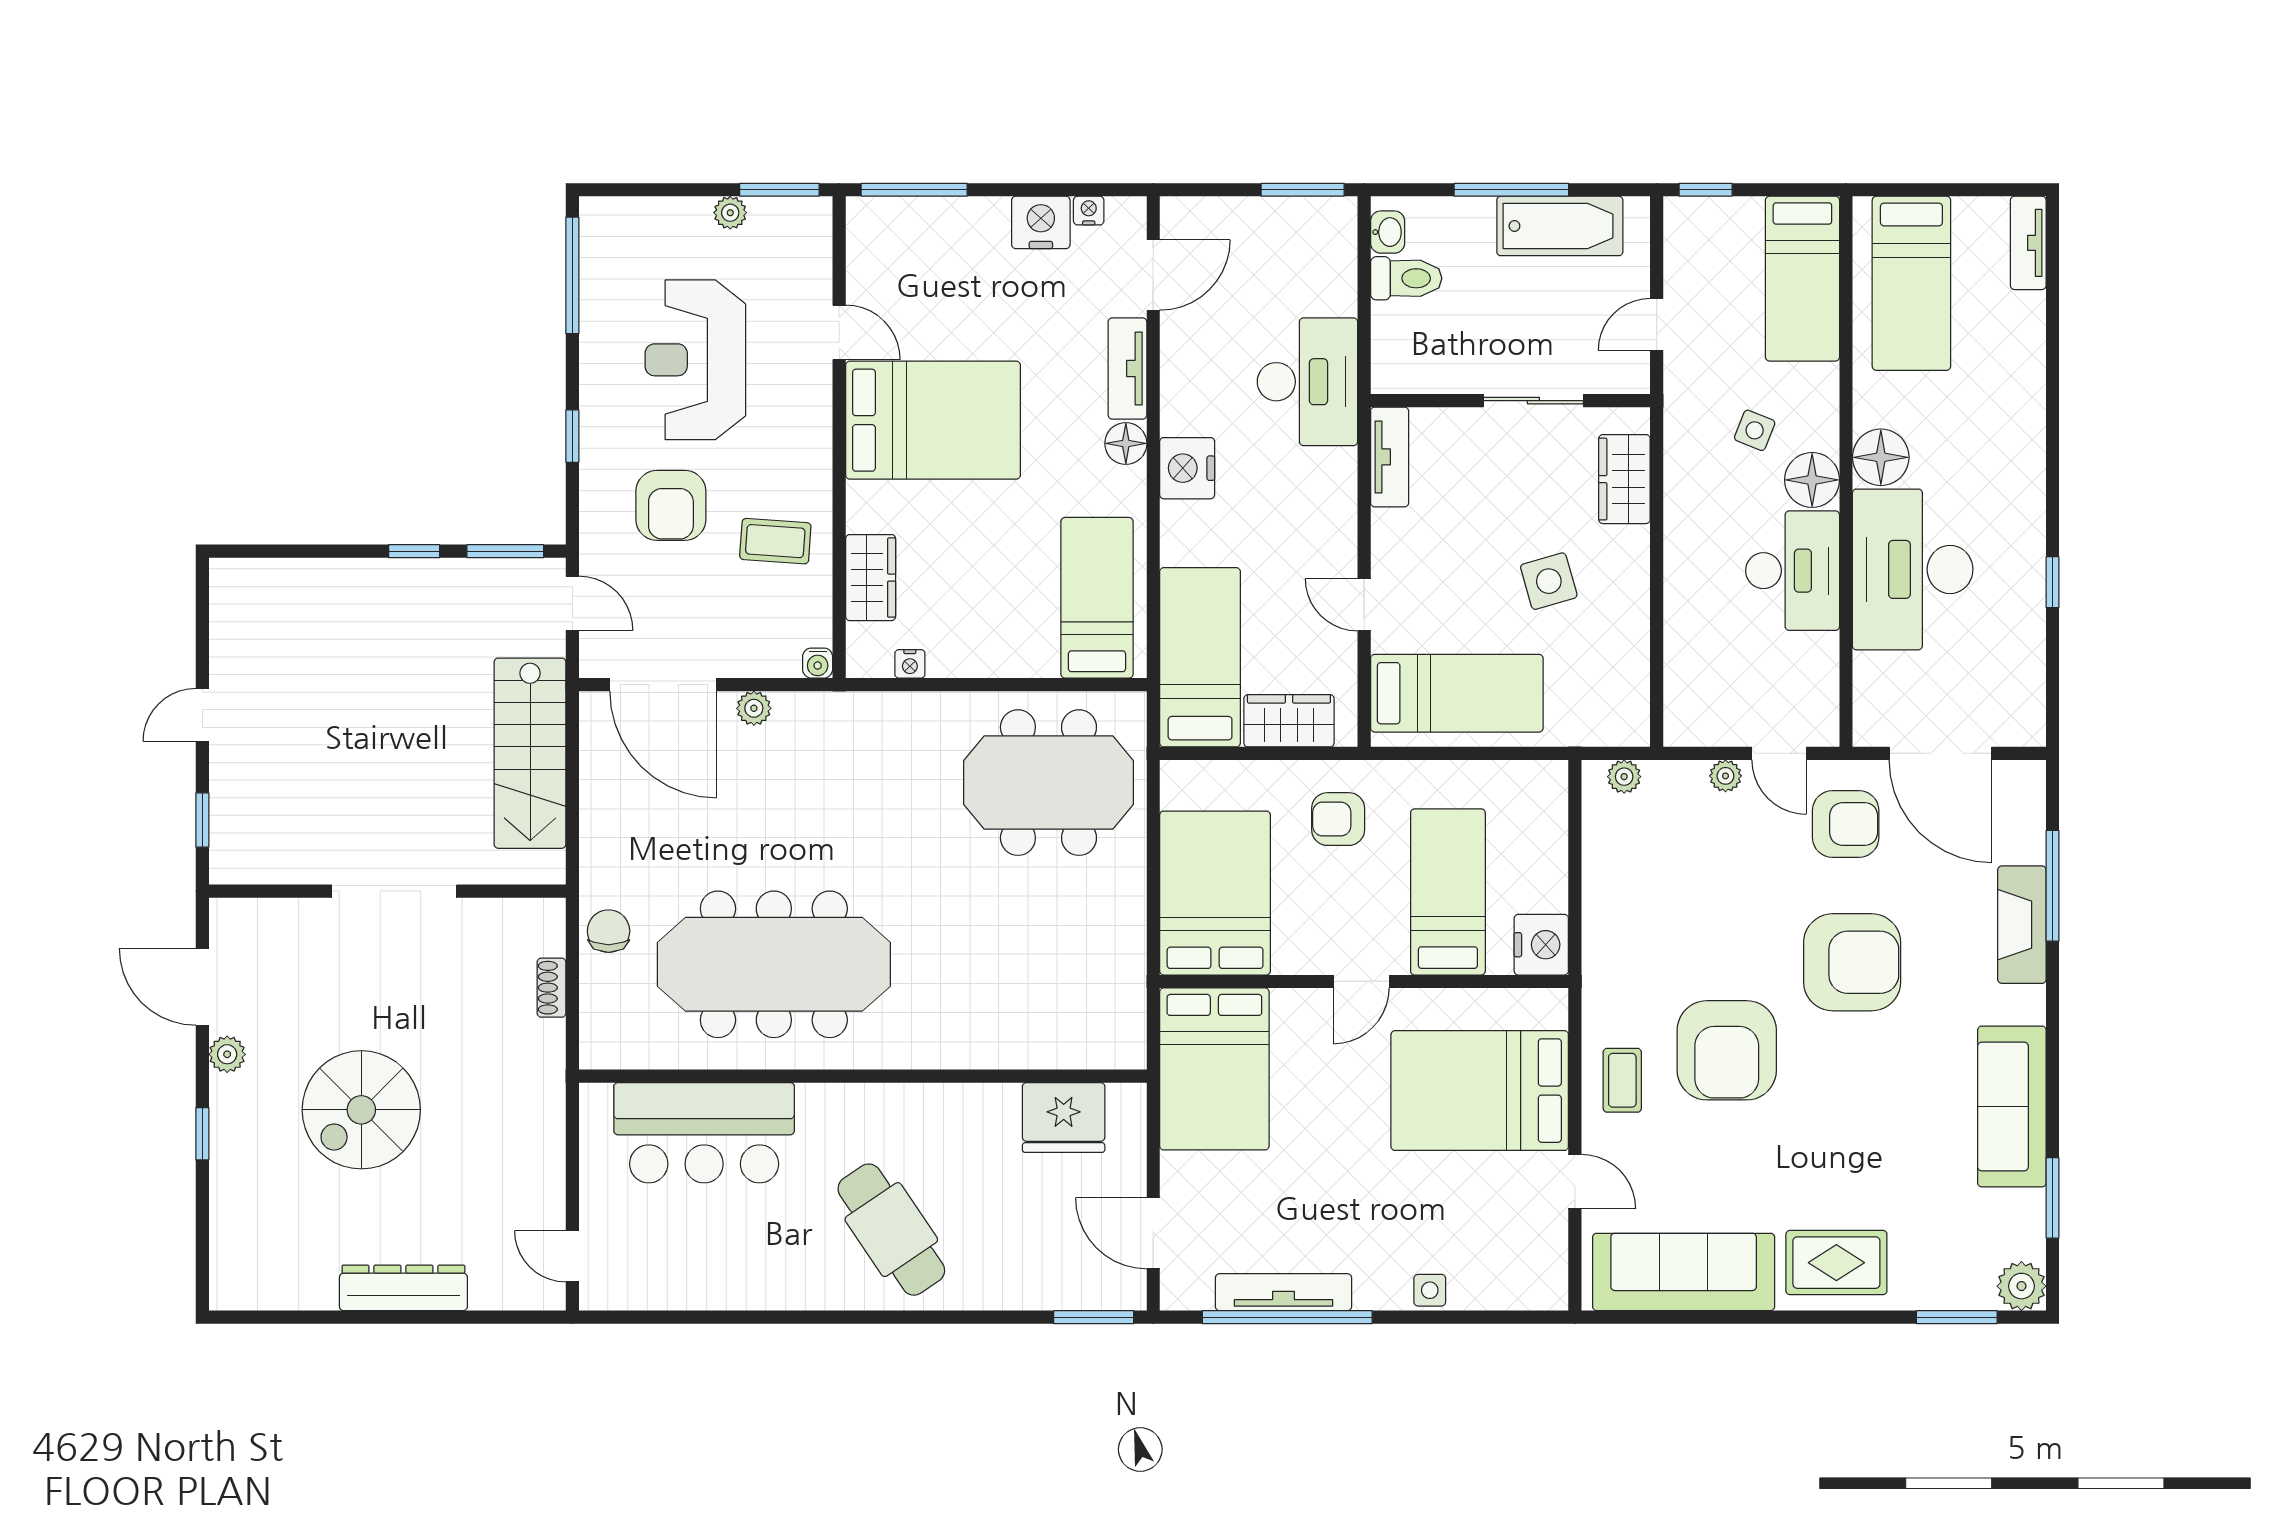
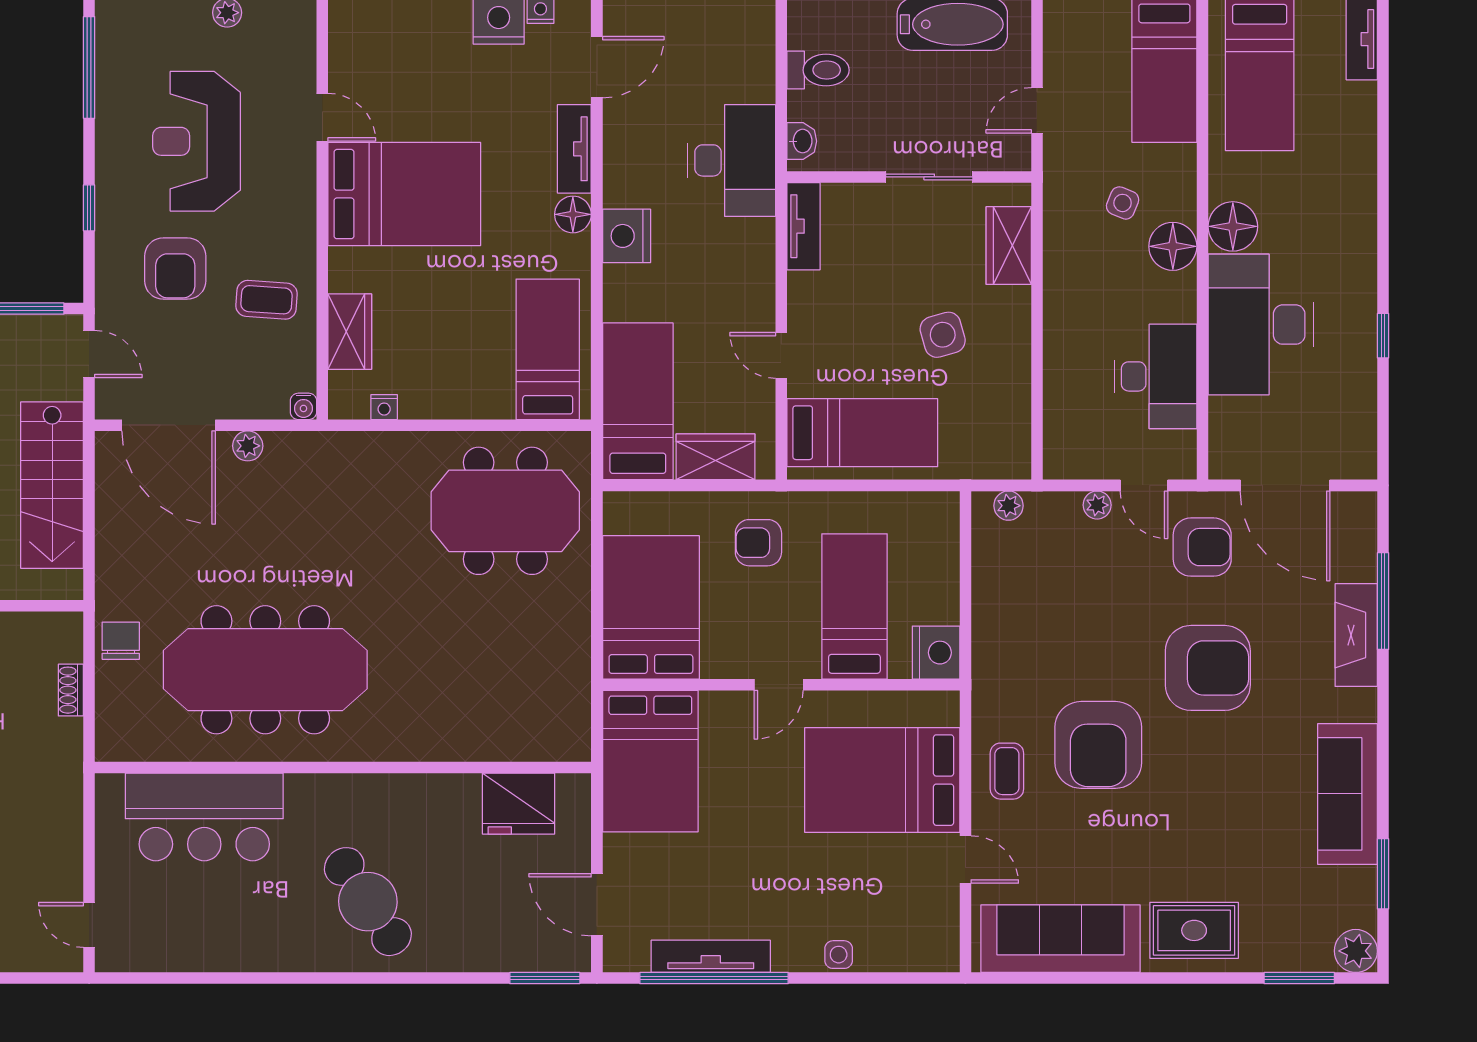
washbasin: (1388, 232) -> (802, 141), moved
desk: (1793, 571) -> (1156, 376), moved

